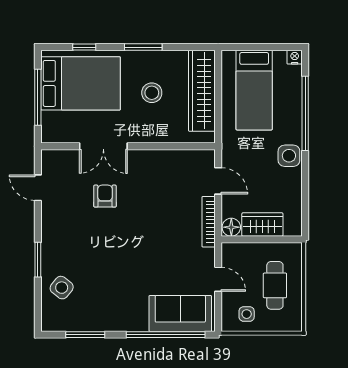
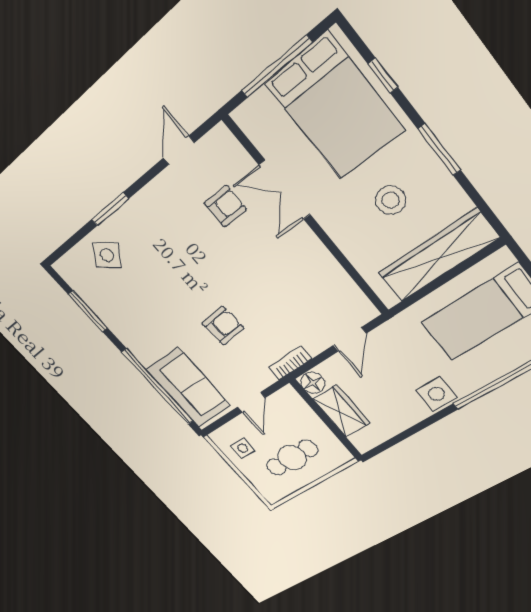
armchair: (105, 196) -> (225, 206), moved
bookcase: (209, 222) -> (290, 363), width x0.64
armchair: (156, 253) -> (223, 326), added

